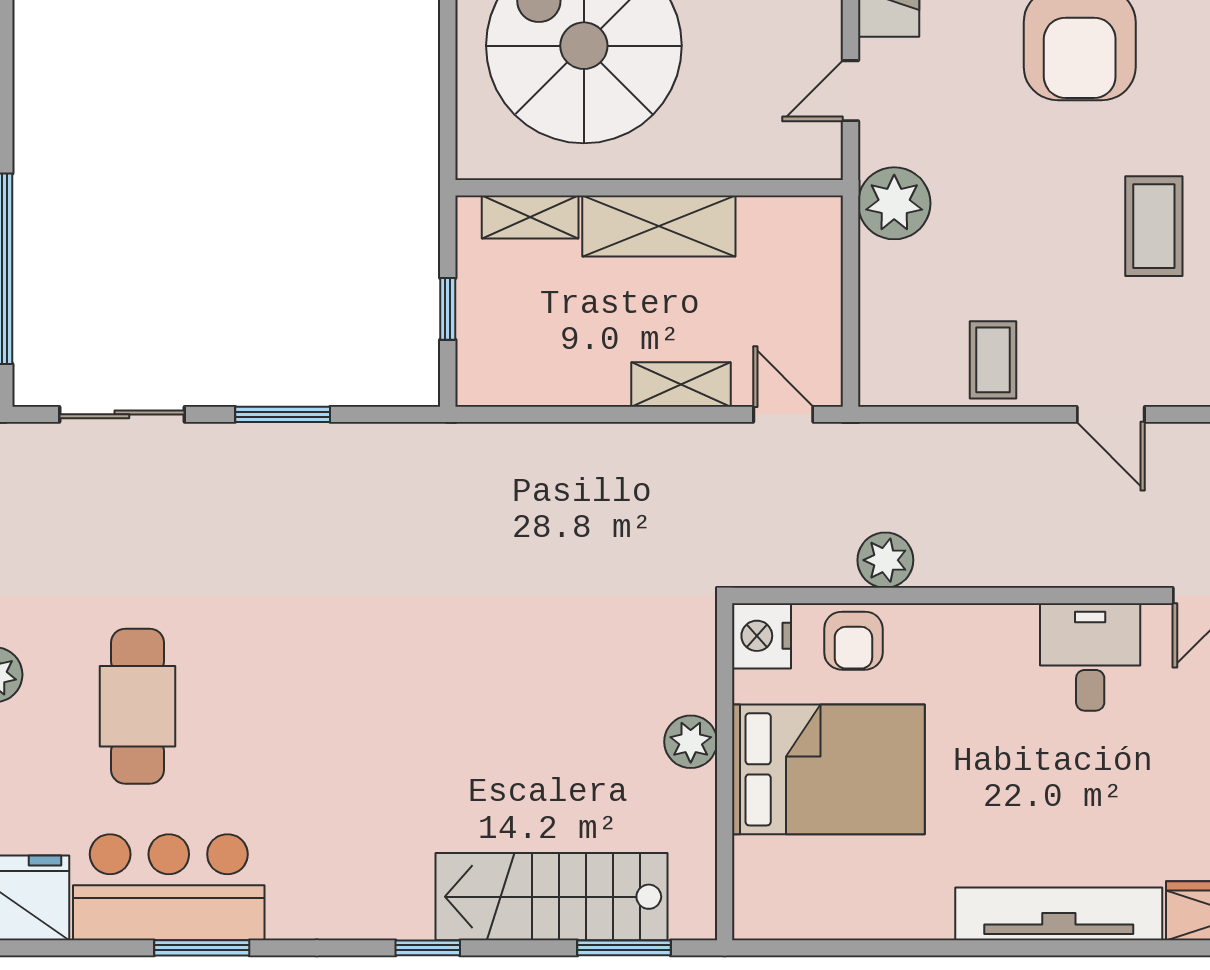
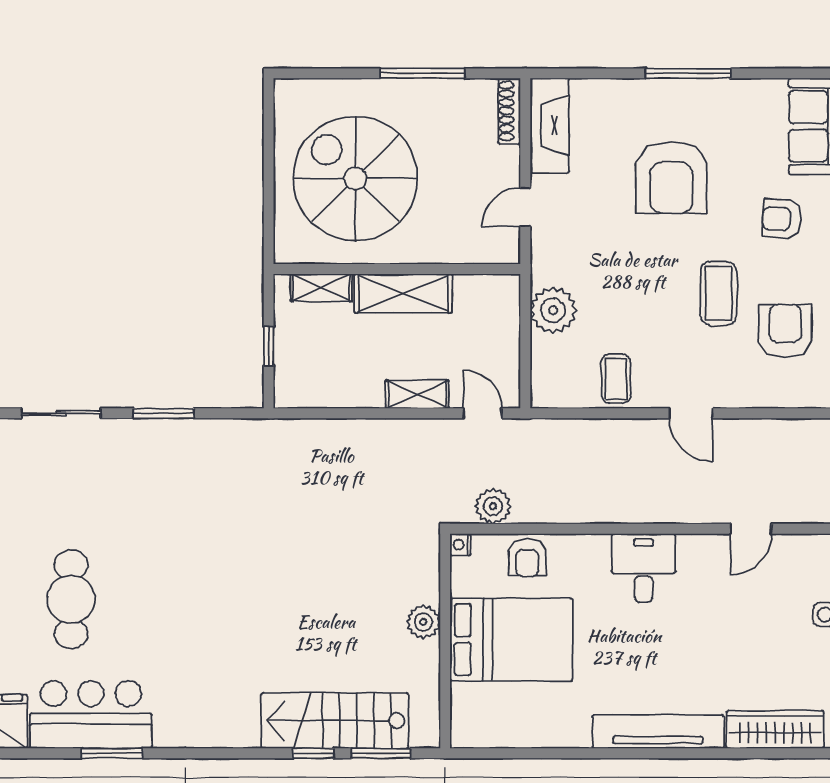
plant: (894, 203) -> (553, 310), moved
plant: (885, 560) -> (493, 506), moved
nightstand: (762, 636) -> (460, 545), width x0.53, depth x0.56
desk: (1090, 657) -> (644, 568), moved
window: (428, 948) -> (313, 753), moved

